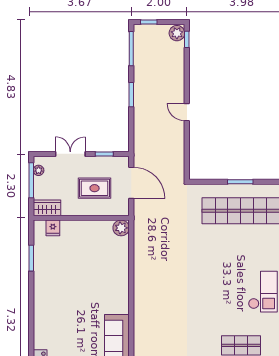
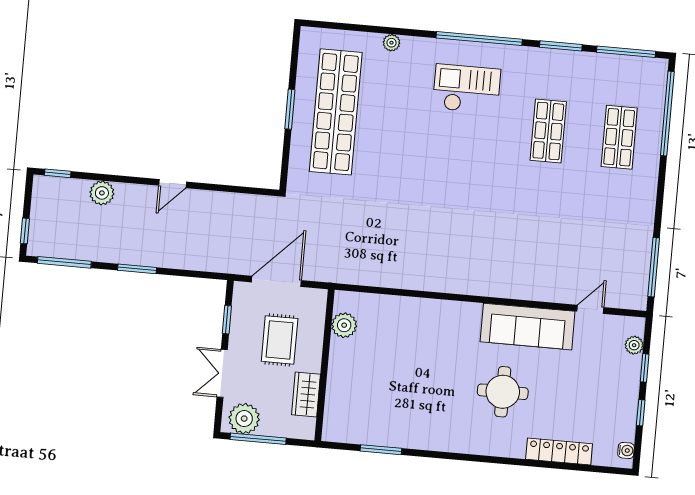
plant: (177, 33) -> (102, 193), moved
plant: (39, 170) -> (244, 419), width x1.87, depth x1.87
wardrobe: (47, 208) -> (306, 394), moved
fridge: (53, 228) -> (336, 411), removed
plant: (121, 228) -> (344, 325), moved
round table: (74, 331) -> (503, 392), added

